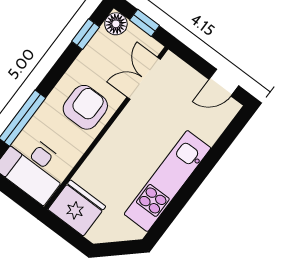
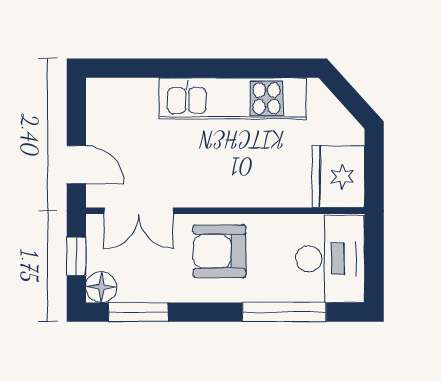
window: (86, 34) -> (138, 312), width x1.50
door: (224, 83) -> (76, 165), moved

